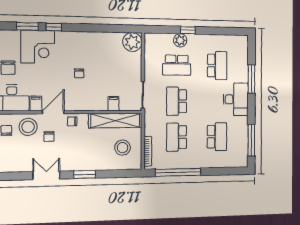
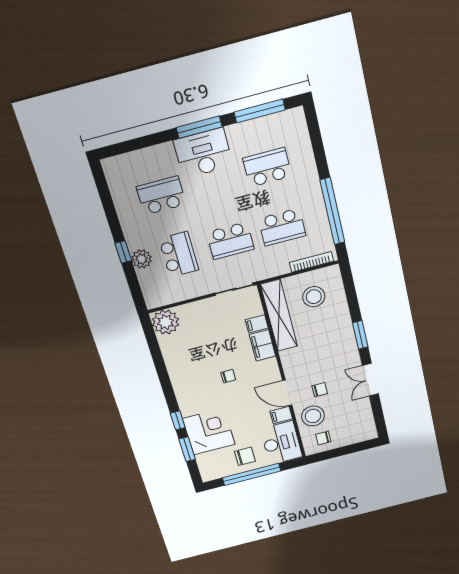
window: (251, 79) -> (199, 127), moved
filing cabinet: (96, 104) -> (262, 345), added
chair: (72, 121) -> (293, 368), removed

